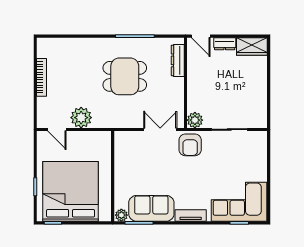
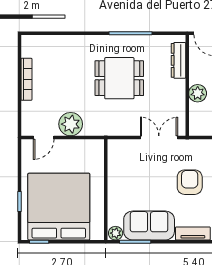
plant: (195, 120) -> (198, 93), moved
door: (57, 129) -> (44, 137), hinge flipped
armchair: (190, 145) -> (190, 182), moved, turned 180

